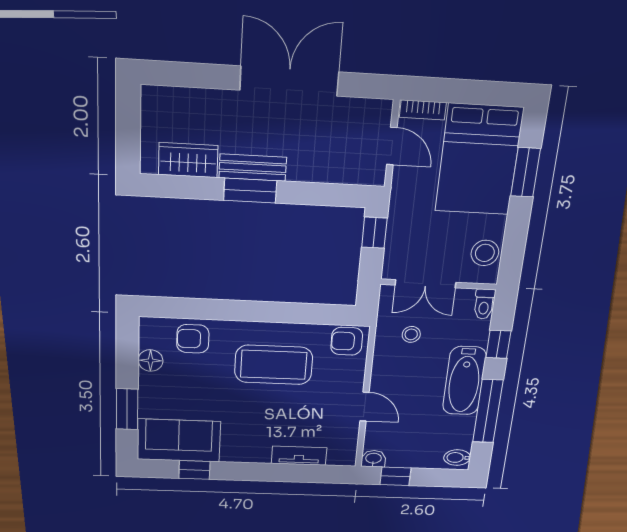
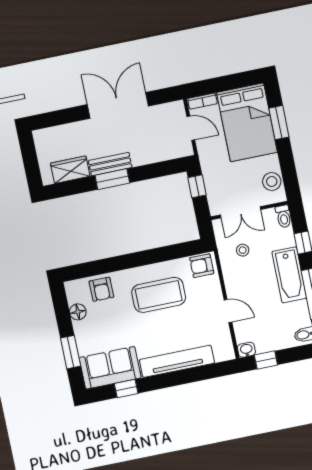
armchair: (193, 339) -> (101, 289), turned -90
tv unit: (299, 456) -> (177, 361), width x1.92, depth x1.29

